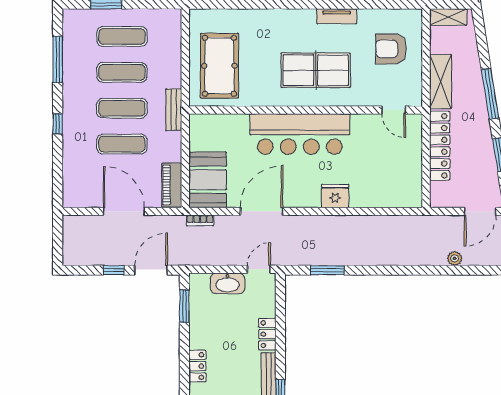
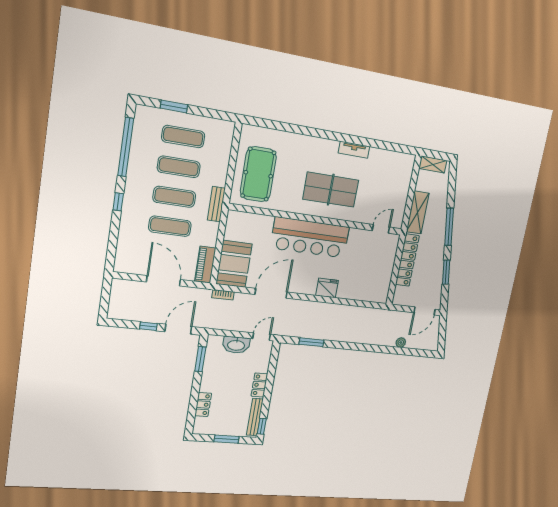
armchair: (391, 49) -> (388, 182), removed
window: (58, 60) -> (126, 147), width x1.46
door: (394, 110) -> (381, 229), swing flipped

